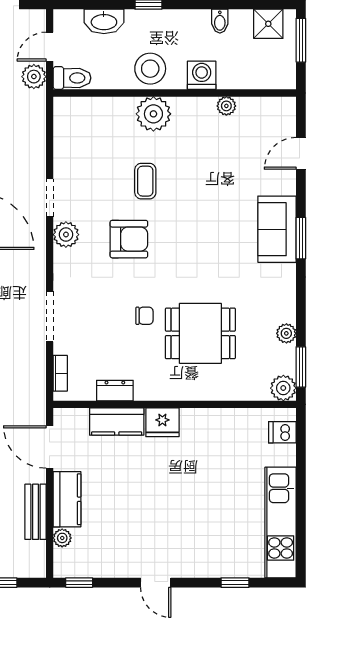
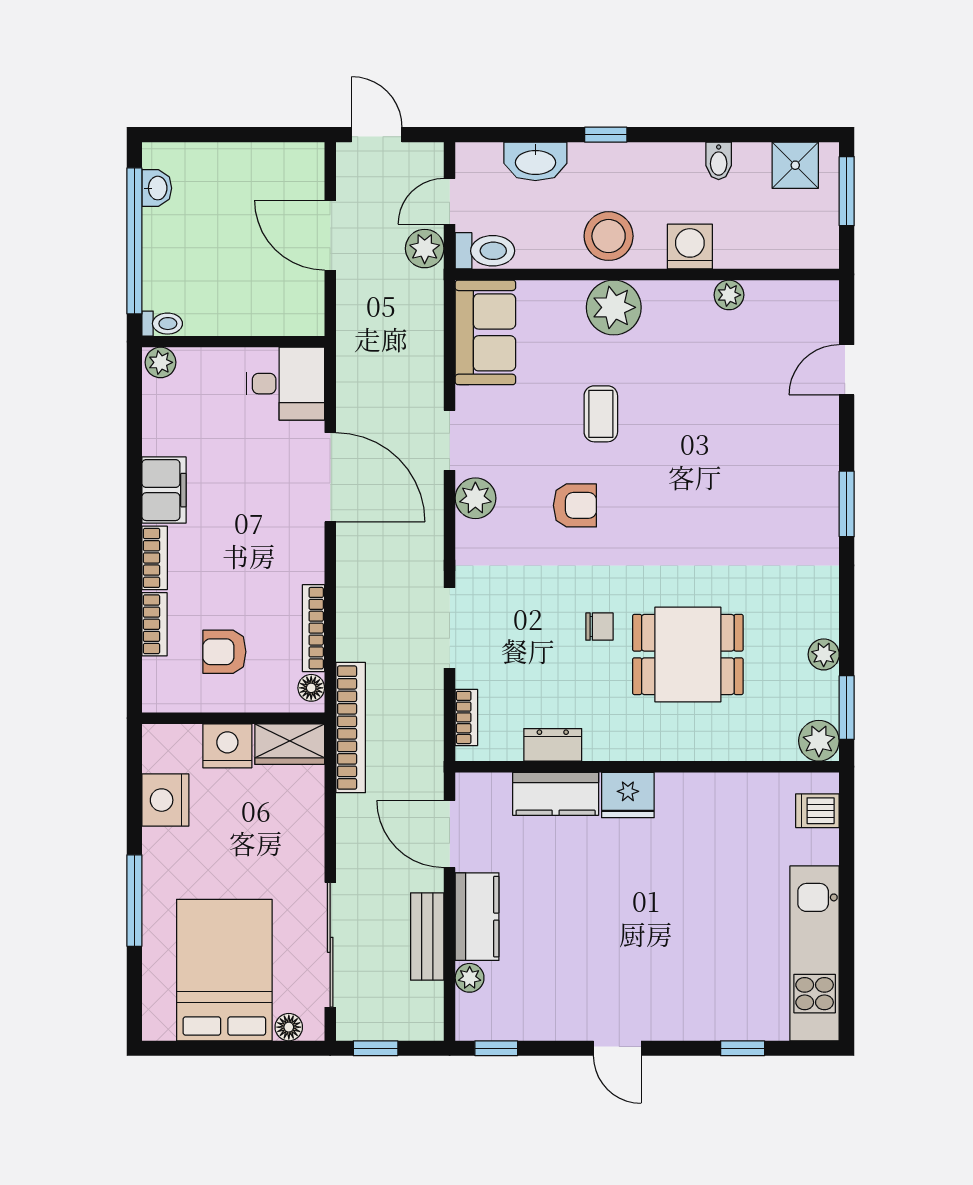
sofa: (277, 229) -> (485, 332), moved, turned 180
armchair: (129, 239) -> (575, 505), width x0.72, depth x0.72

